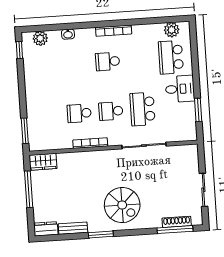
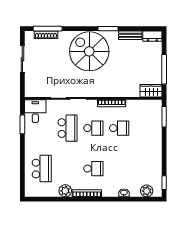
plant: (172, 30) -> (65, 191), moved
desk: (180, 89) -> (35, 111), moved, turned 90
spiral stairs: (122, 205) -> (89, 51), width x1.37, depth x1.37

